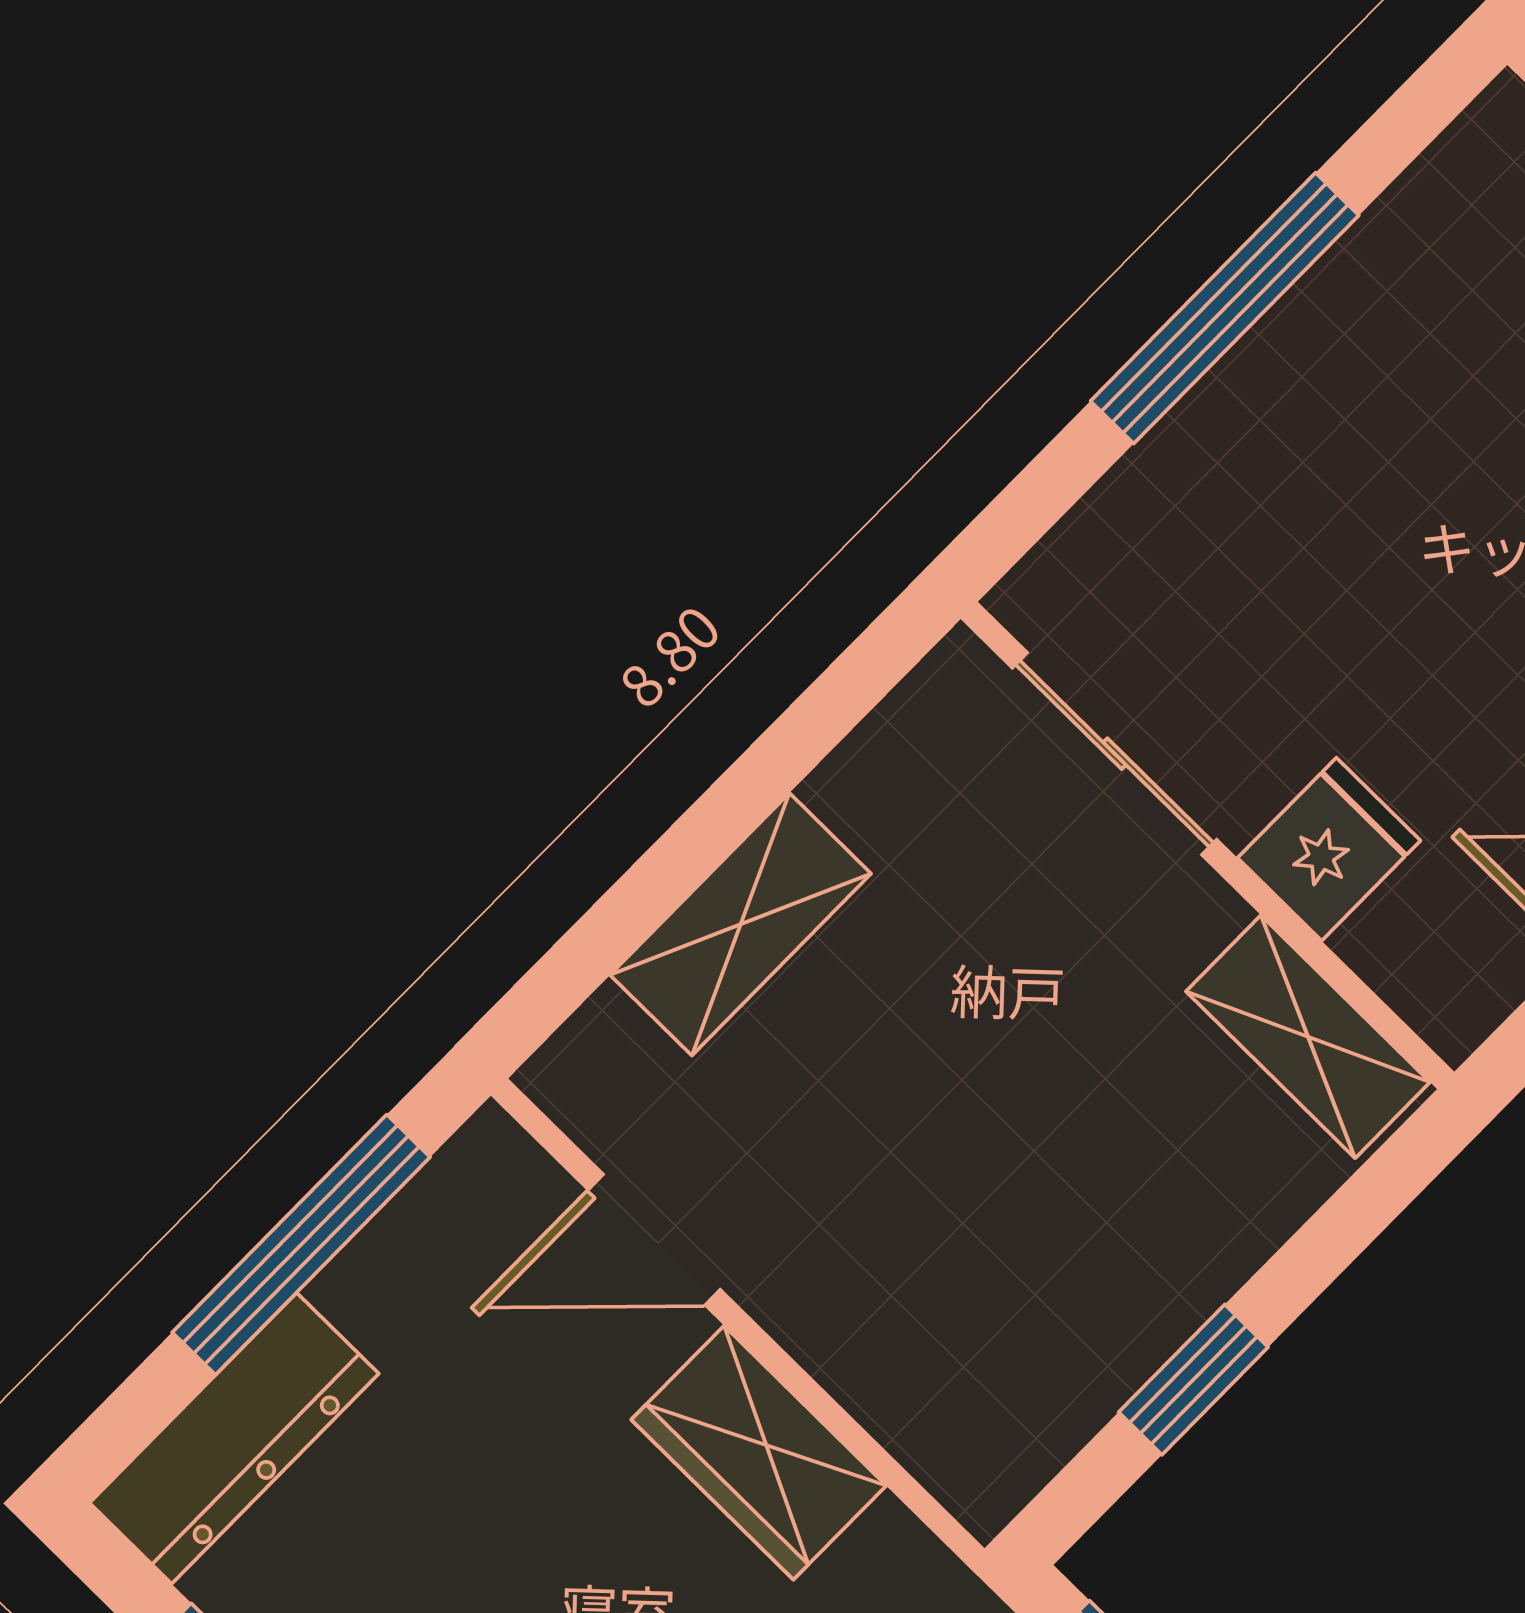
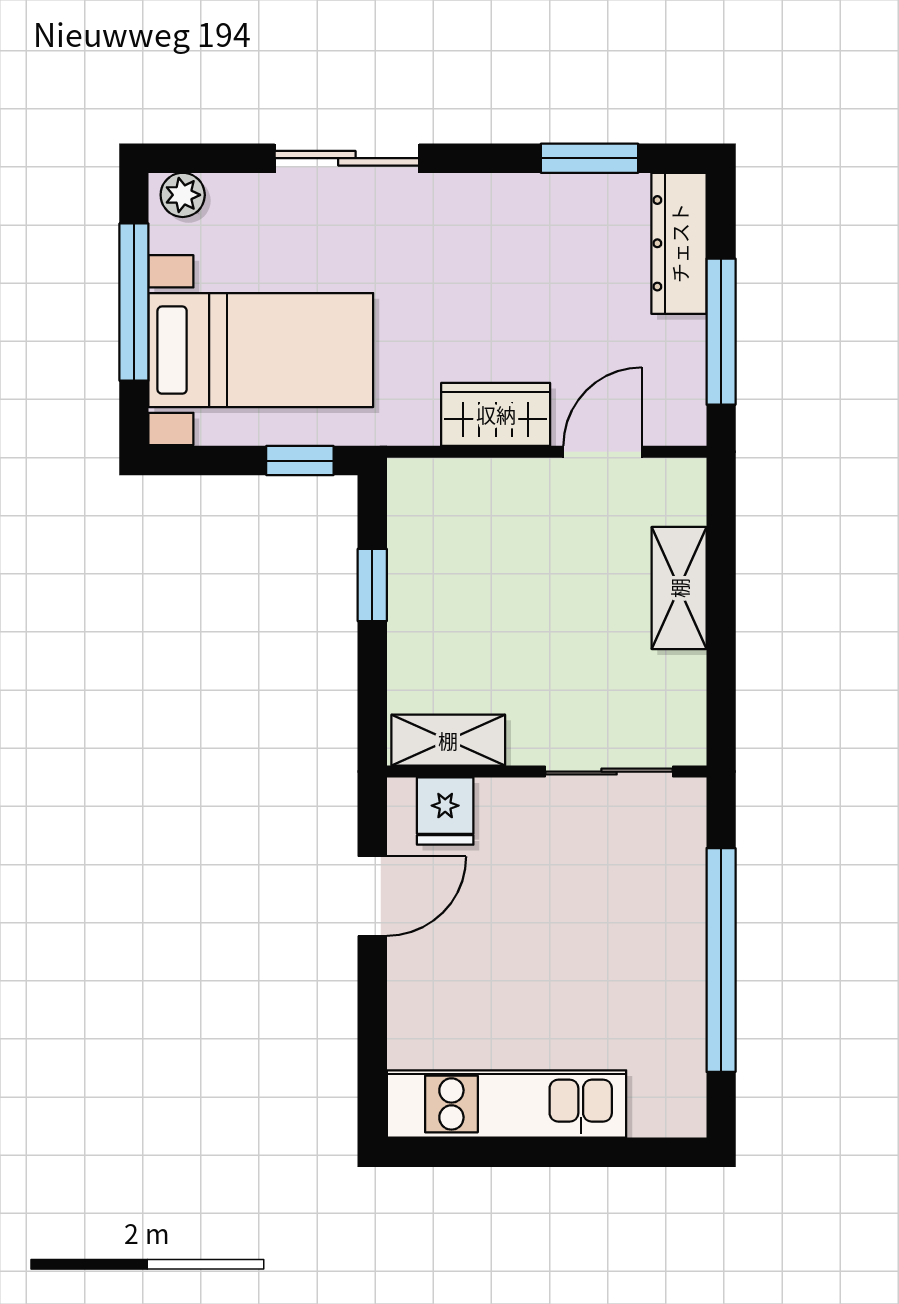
window: (1225, 308) -> (721, 960), width x1.46
fridge: (1329, 849) -> (445, 811), moved

